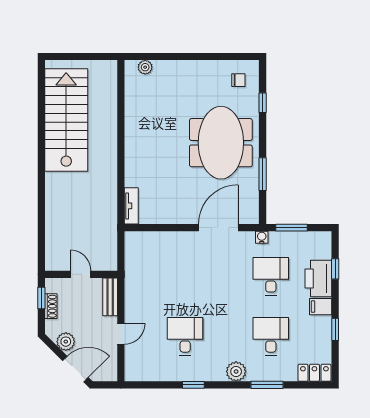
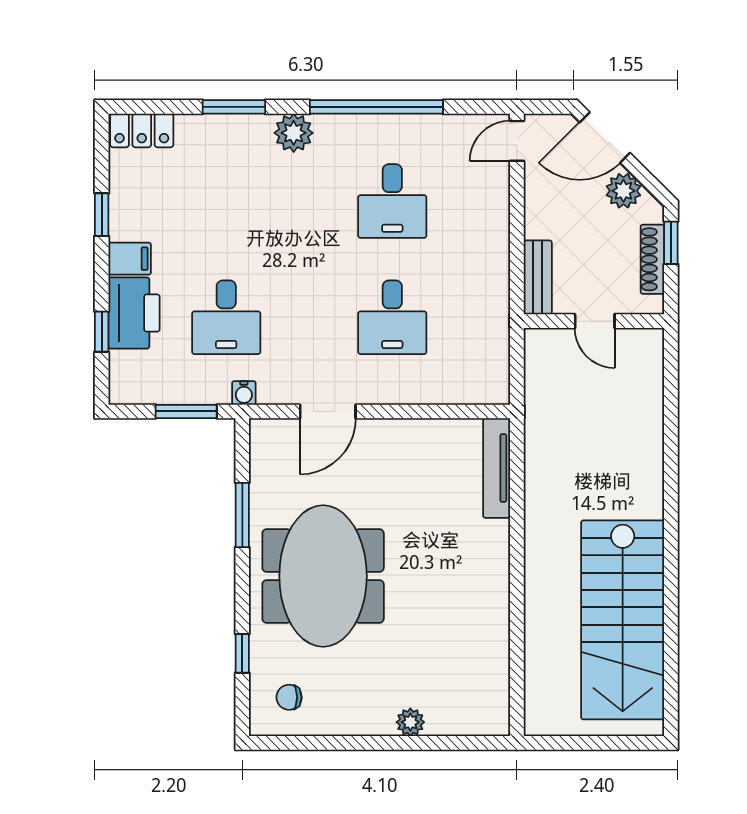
plant: (145, 67) -> (410, 722), moved
tv unit: (131, 206) -> (497, 468), width x1.41
door: (218, 228) -> (328, 411), width x0.73
window: (41, 298) -> (671, 243), moved
shoe rack: (51, 306) -> (652, 259), width x1.43
door: (121, 334) -> (517, 141), moved
desk: (271, 336) -> (392, 317), moved
window: (193, 385) -> (376, 107), width x3.17

